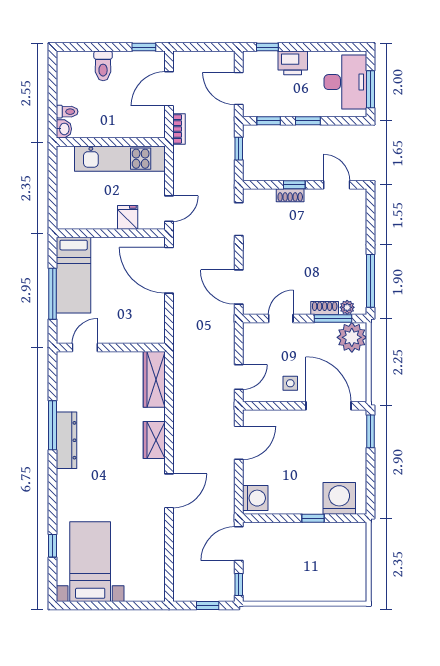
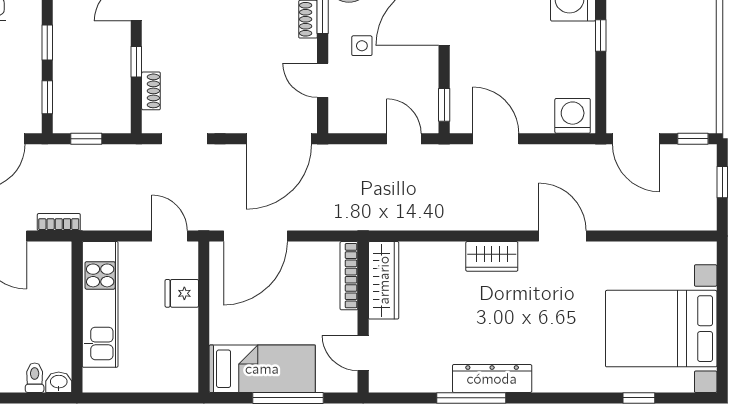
shoe rack: (290, 195) -> (151, 91), moved
door: (239, 287) -> (279, 139), width x1.36
bookcase: (140, 337) -> (349, 276), added
wardrobe: (154, 379) -> (384, 280), moved, turned -90
side table: (290, 383) -> (362, 46), moved
window: (263, 406) -> (444, 105), added
bed with nightstands: (90, 562) -> (661, 329), width x1.36

